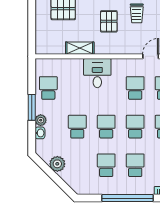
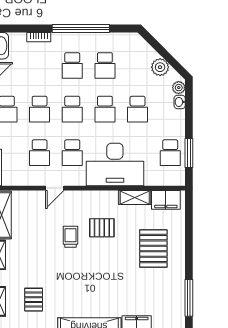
pallet: (109, 21) -> (102, 228), turned 90
filing cabinet: (52, 46) -> (166, 200), added
desk: (97, 73) -> (115, 164), width x1.87, depth x1.30
window: (32, 107) -> (189, 153), moved
plant: (41, 120) -> (179, 88), moved

